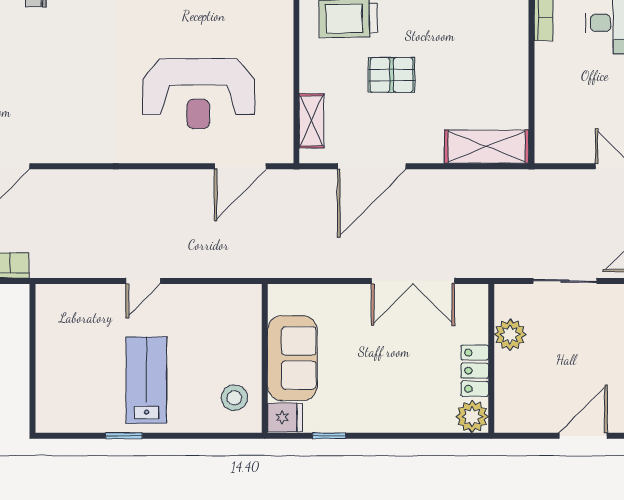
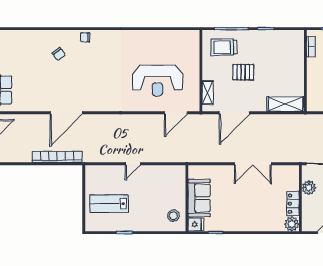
plant: (510, 335) -> (309, 188), moved
wall: (491, 358) -> (300, 198), moved
locker: (475, 371) -> (293, 204), moved
lab bench: (146, 380) -> (109, 204), moved, turned -90
plant: (472, 417) -> (292, 224), moved

